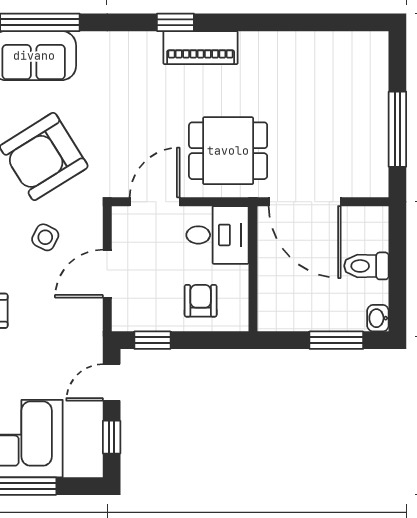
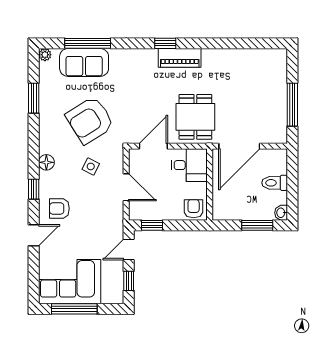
dining table: (228, 151) -> (195, 117), turned 90
door: (305, 202) -> (239, 146), hinge flipped
door: (107, 274) -> (126, 187), swing flipped
armchair: (201, 301) -> (194, 209), moved

